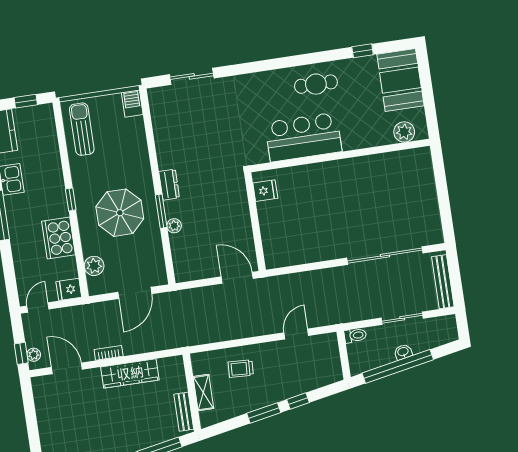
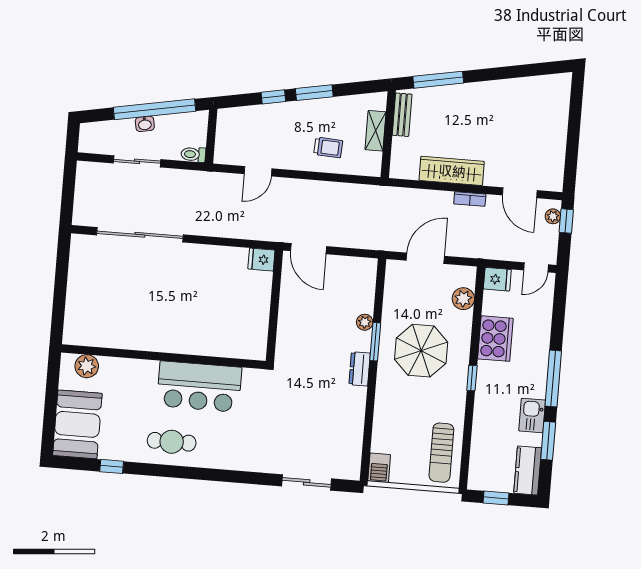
fridge: (265, 191) -> (261, 260), moved
bench: (443, 282) -> (83, 191), removed

